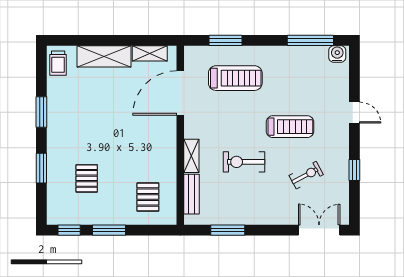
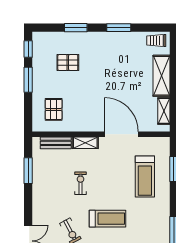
door: (180, 93) -> (121, 134), moved
treadmill: (290, 127) -> (108, 219), turned -90
exercise bike: (244, 162) -> (81, 183), width x0.73, depth x0.72
pallet: (148, 197) -> (54, 109), turned 90

